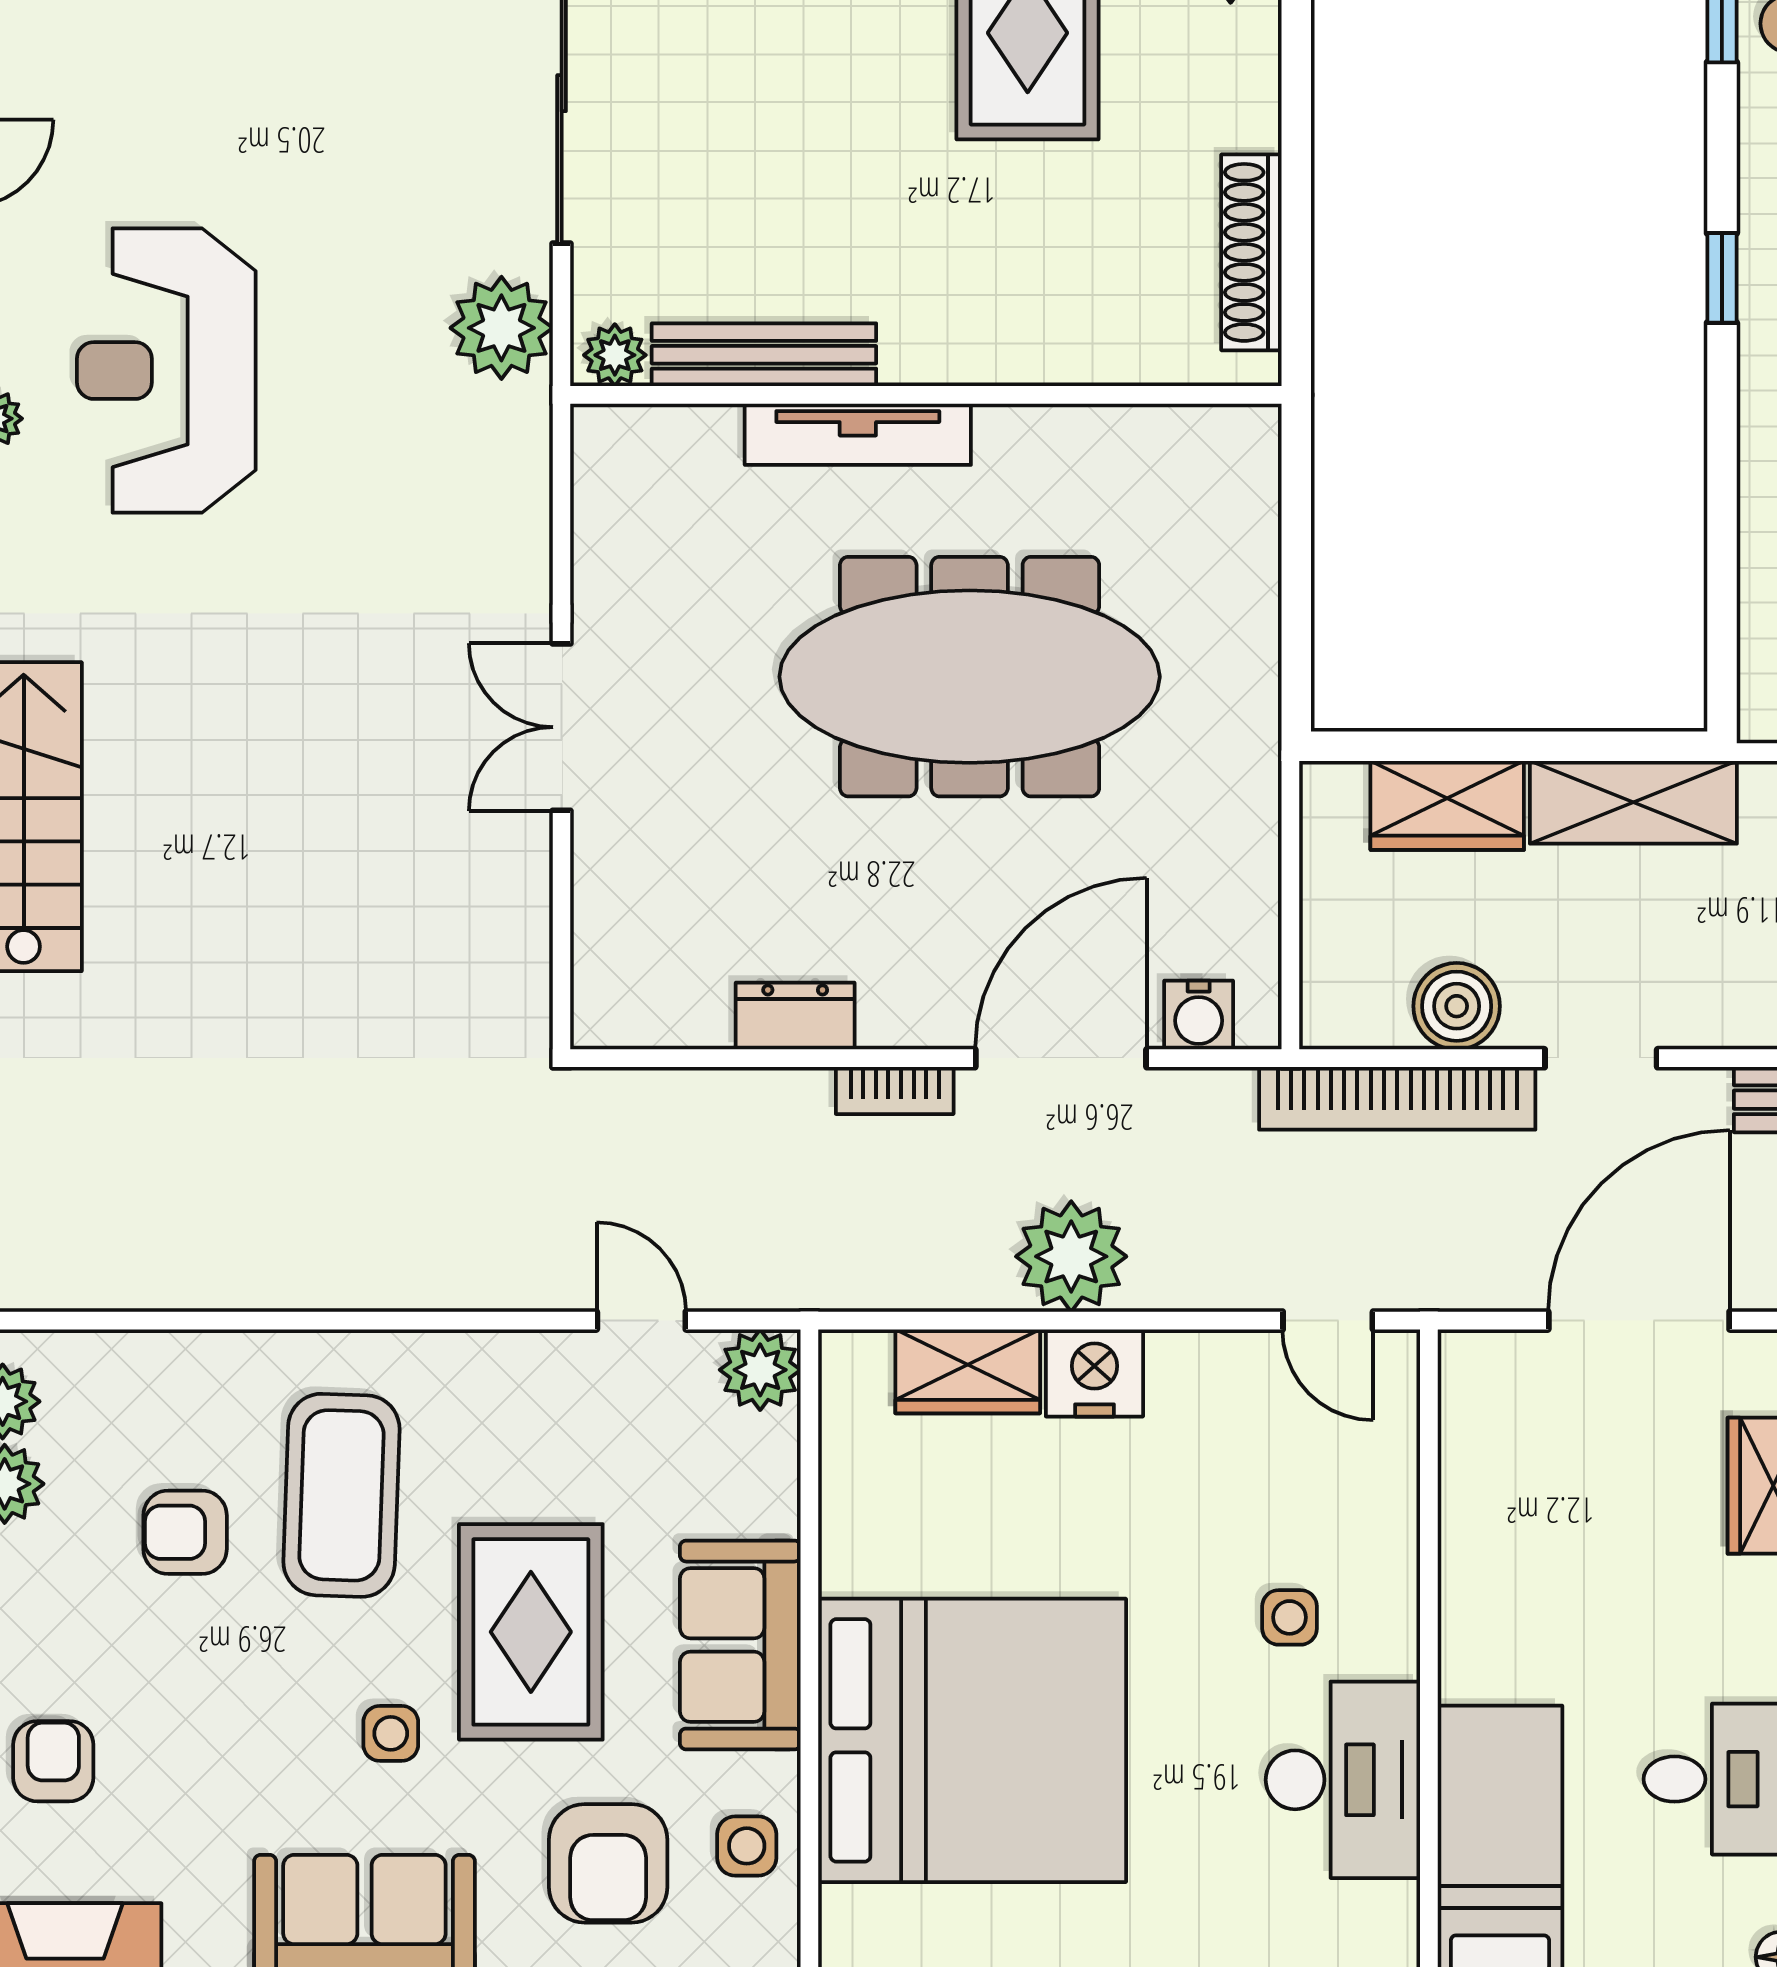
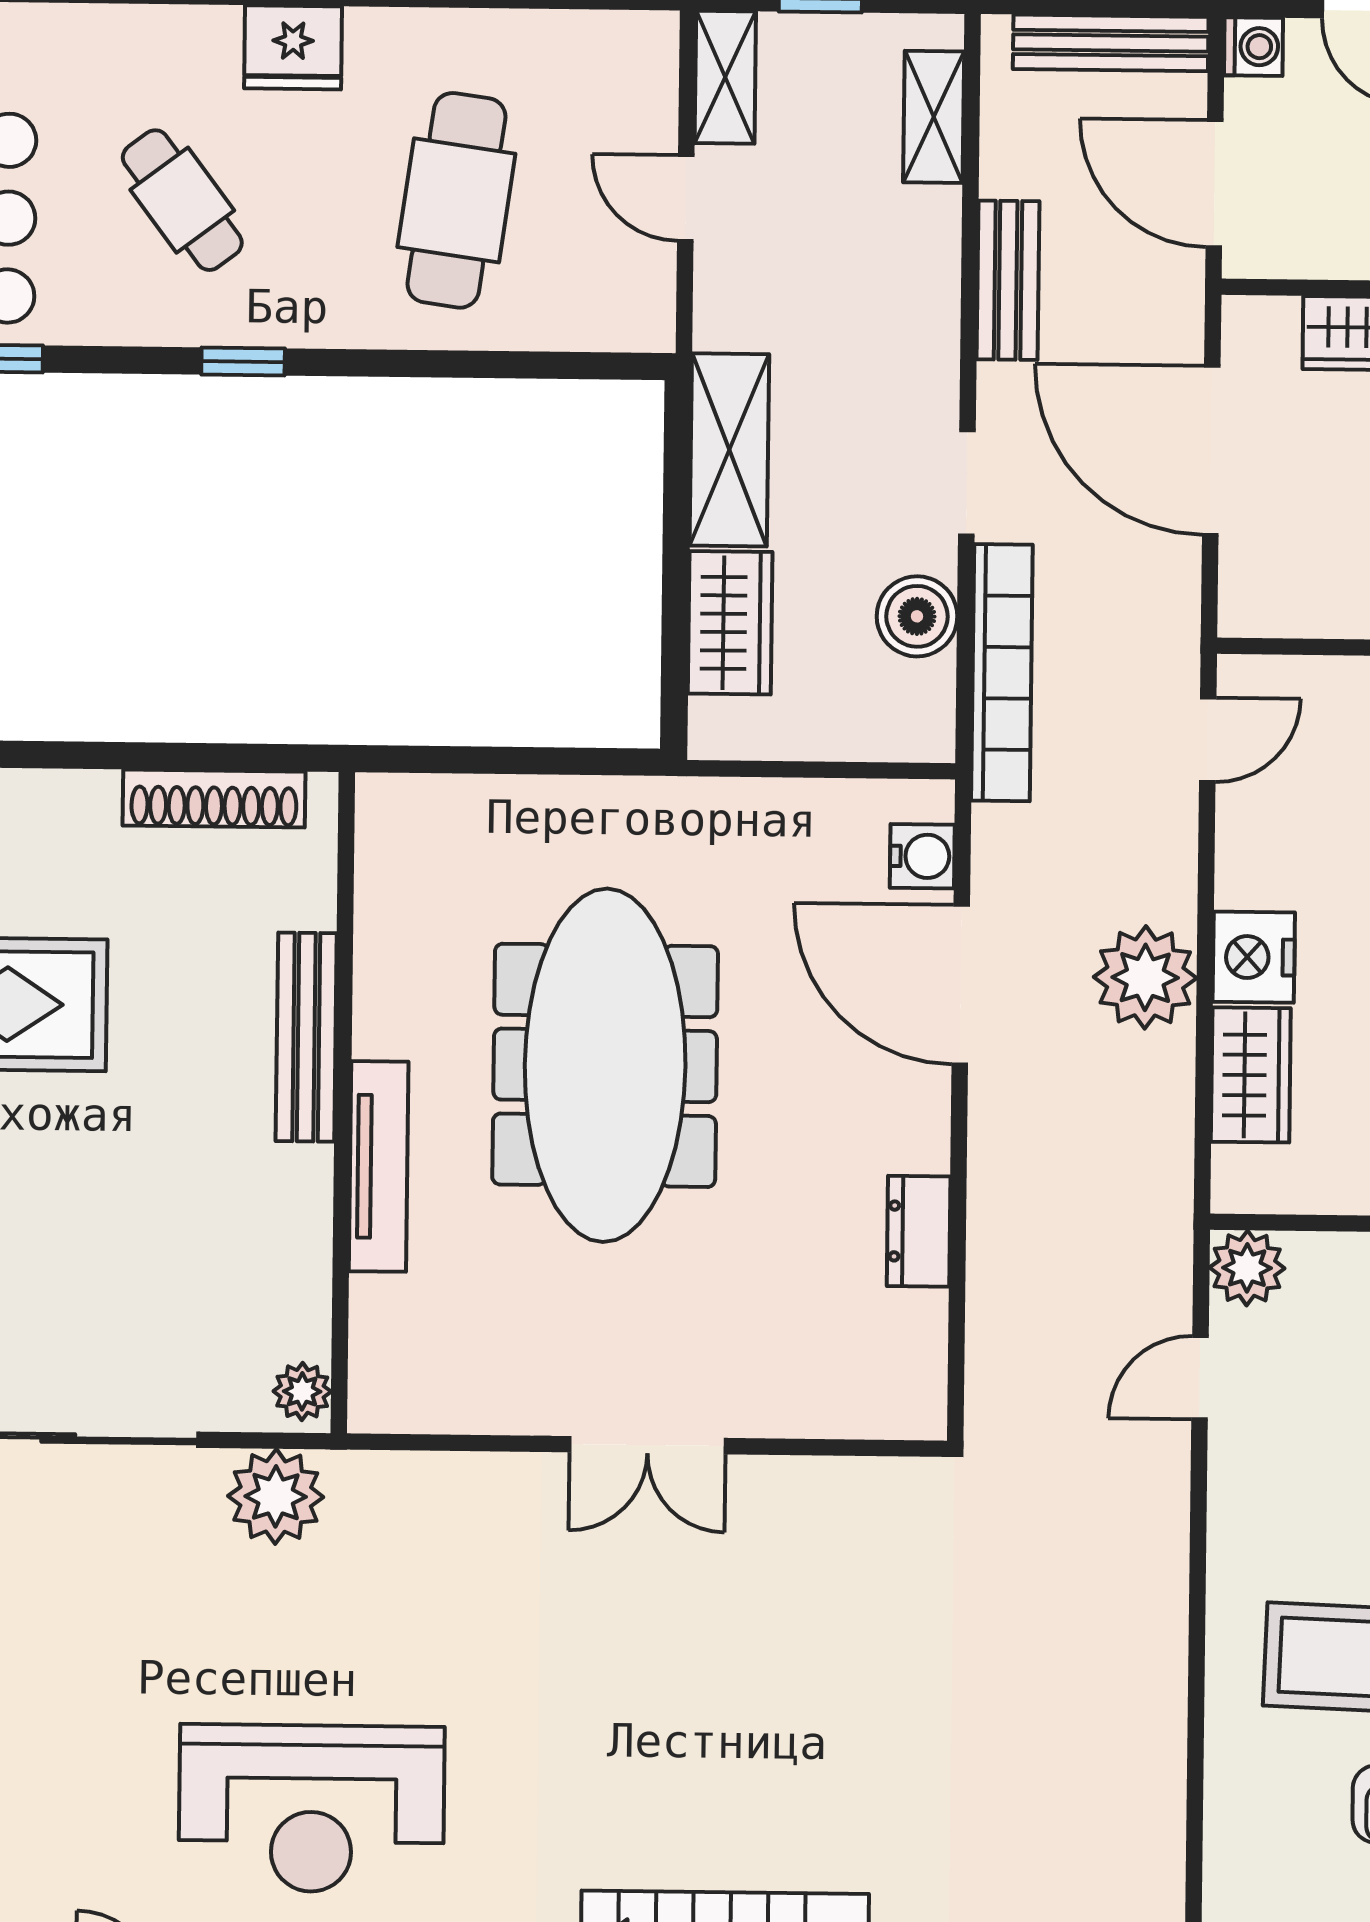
bench: (764, 355) -> (306, 1037), moved
bookcase: (895, 1090) -> (989, 1140), removed

